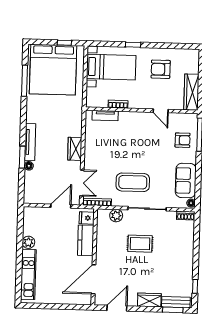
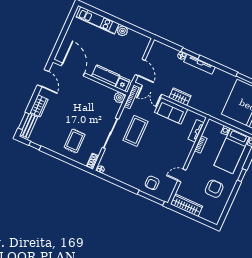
sofa: (186, 181) -> (171, 111), moved, turned 180
plant: (116, 216) -> (119, 98), moved
rug: (140, 244) -> (75, 141), moved

